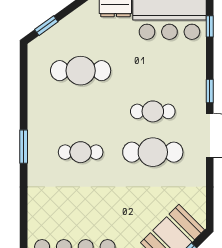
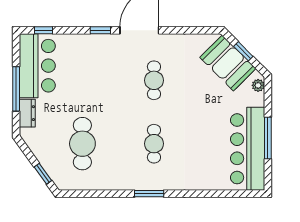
cafe table: (153, 111) -> (118, 80), removed
cafe table: (153, 152) -> (154, 80), width x0.73, depth x0.74

